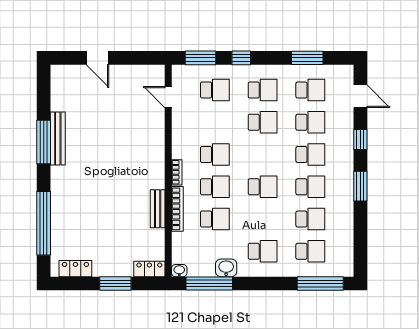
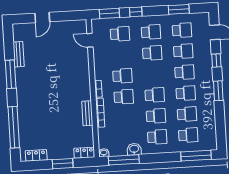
door: (97, 58) -> (42, 17), hinge flipped
bench: (58, 138) -> (19, 54), moved, width x0.73
school desk: (215, 219) -> (156, 116), moved

